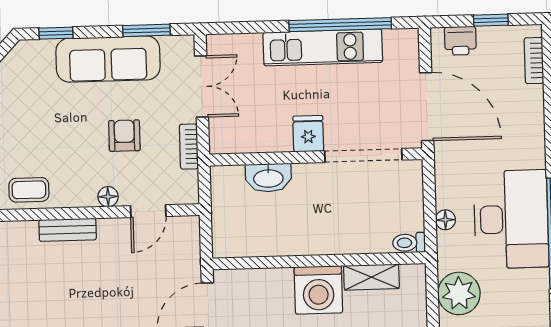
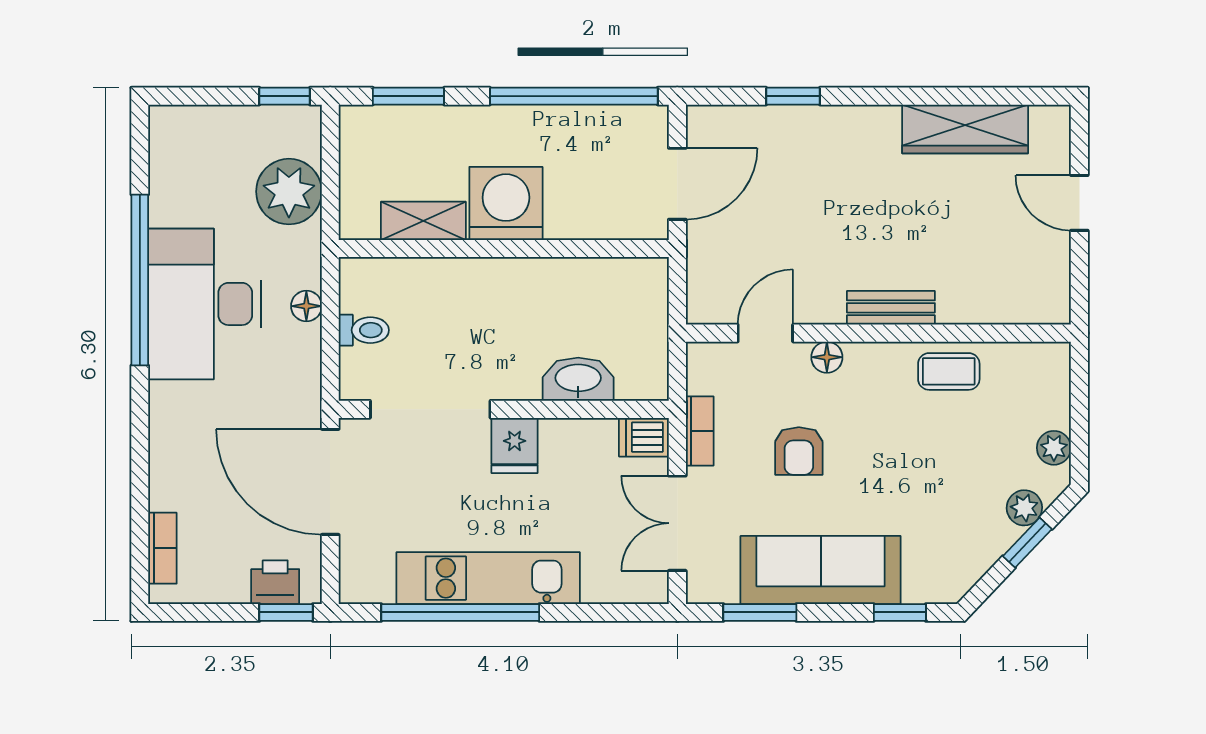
window: (491, 20) -> (286, 612), moved
dishwasher: (225, 142) -> (644, 437), added
toilet: (409, 243) -> (364, 330), moved

